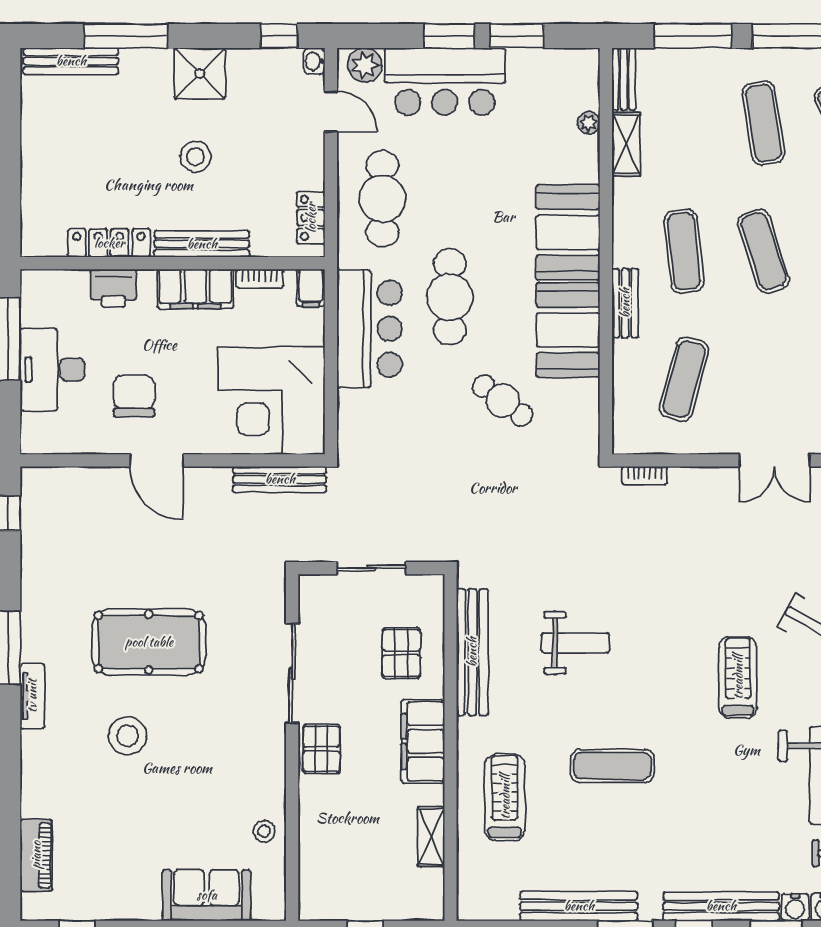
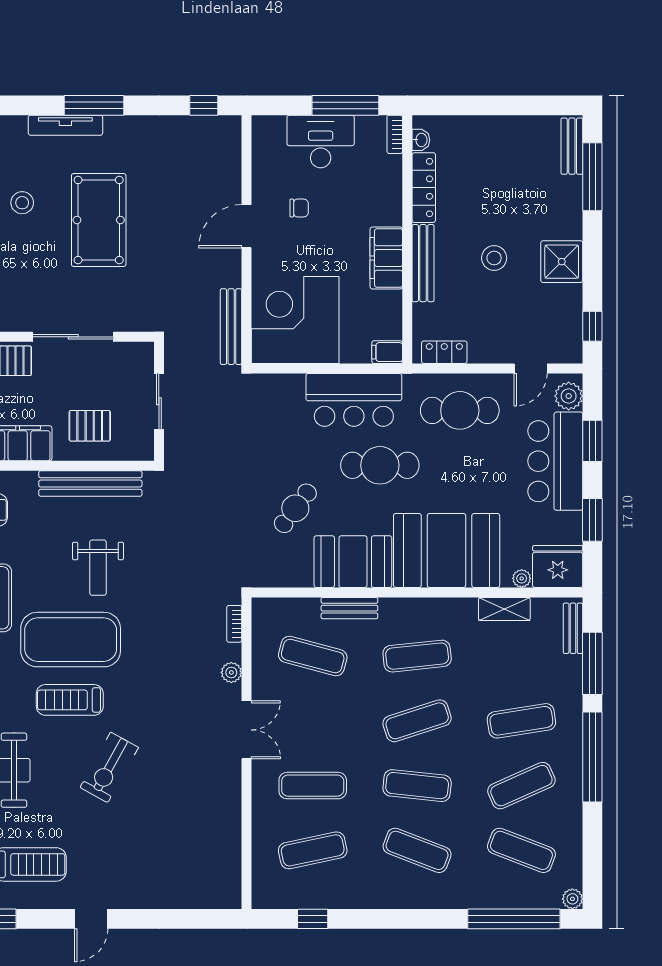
window: (126, 36) -> (592, 177), moved
window: (449, 36) -> (592, 441), moved
bench: (71, 61) -> (572, 146), width x0.73
washbasin: (314, 61) -> (421, 140), moved, turned 90
fridge: (574, 79) -> (558, 566), added
bench: (624, 79) -> (573, 628), moved, turned 90
booth: (568, 232) -> (447, 550), width x1.36, depth x1.42
bookcase: (260, 279) -> (395, 134), moved
printer: (113, 288) -> (387, 191), removed
bench: (625, 303) -> (349, 608), moved
chair: (134, 396) -> (299, 208), width x0.54, depth x0.54
double door: (774, 460) -> (247, 730), swing flipped
plant: (704, 479) -> (231, 672), added
exercise mat: (664, 676) -> (71, 640), added
treadmill: (738, 677) -> (70, 700), turned 180
tv unit: (32, 696) -> (65, 125), width x1.41
stool: (128, 736) -> (22, 203), width x0.73, depth x0.73

